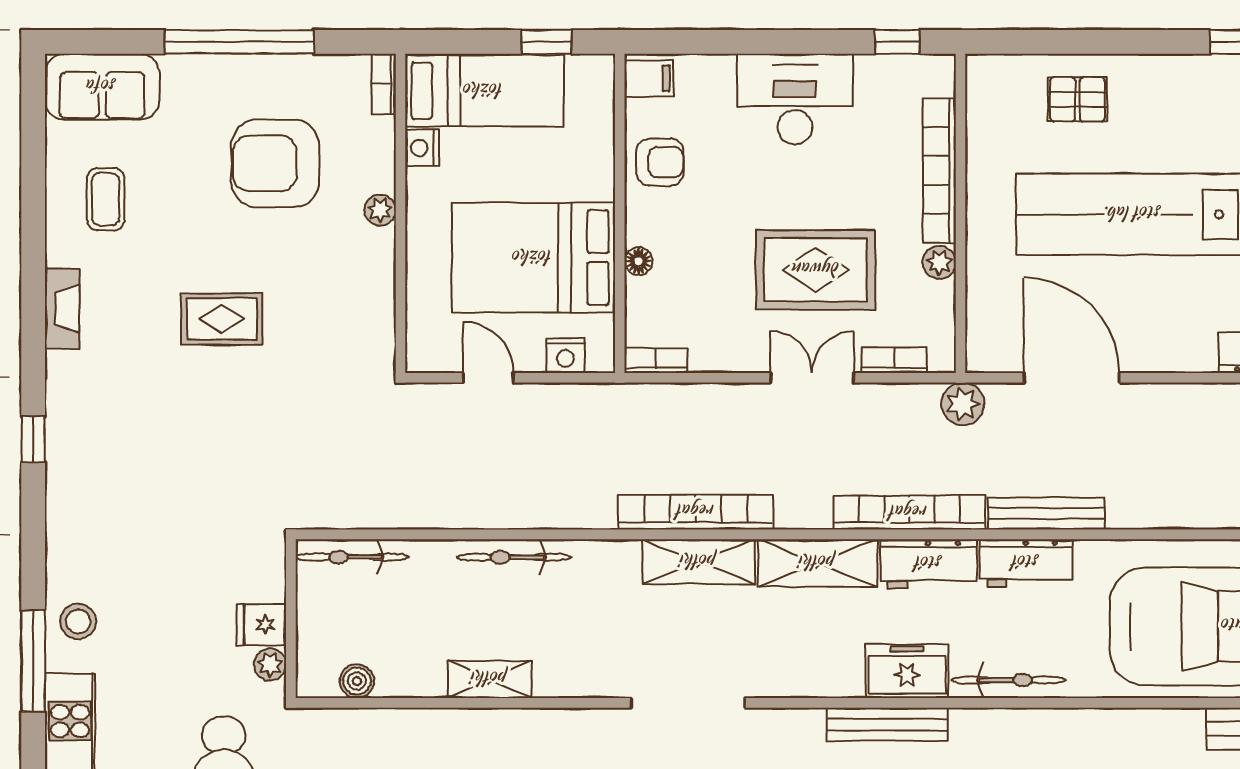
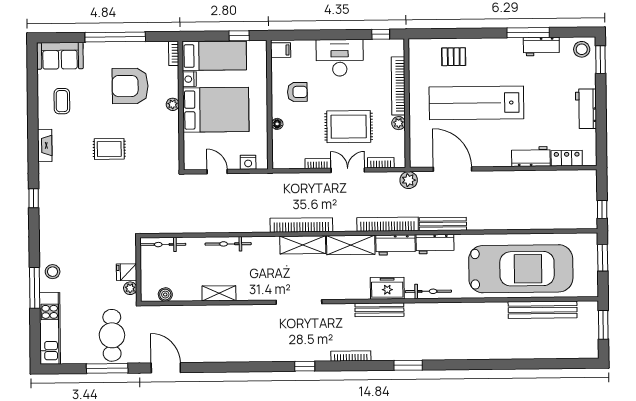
armchair: (660, 162) -> (297, 92), moved
bed: (533, 258) -> (216, 110), moved, turned 180
bookcase: (656, 361) -> (318, 164), moved

